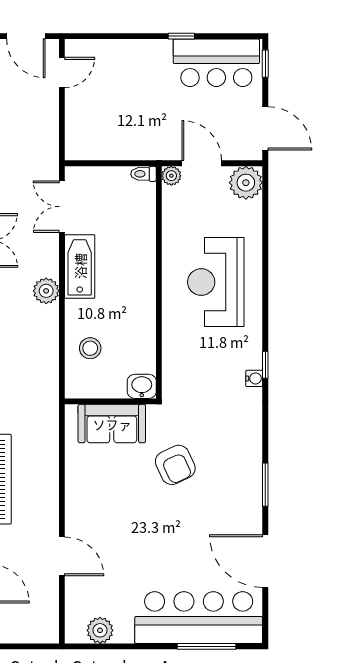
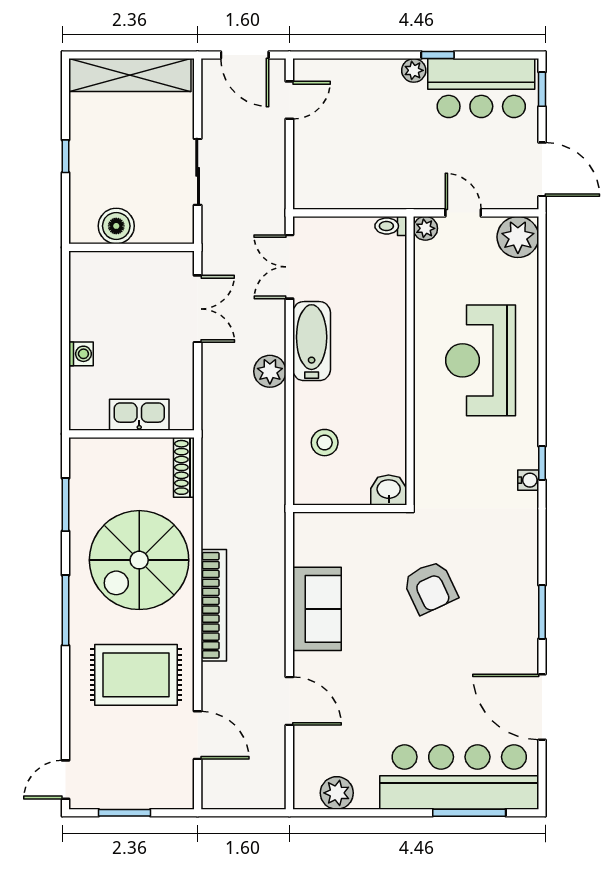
plant: (162, 49) -> (414, 70), added
door: (202, 163) -> (463, 213), width x0.73
sofa: (112, 424) -> (317, 609), moved, turned -90

